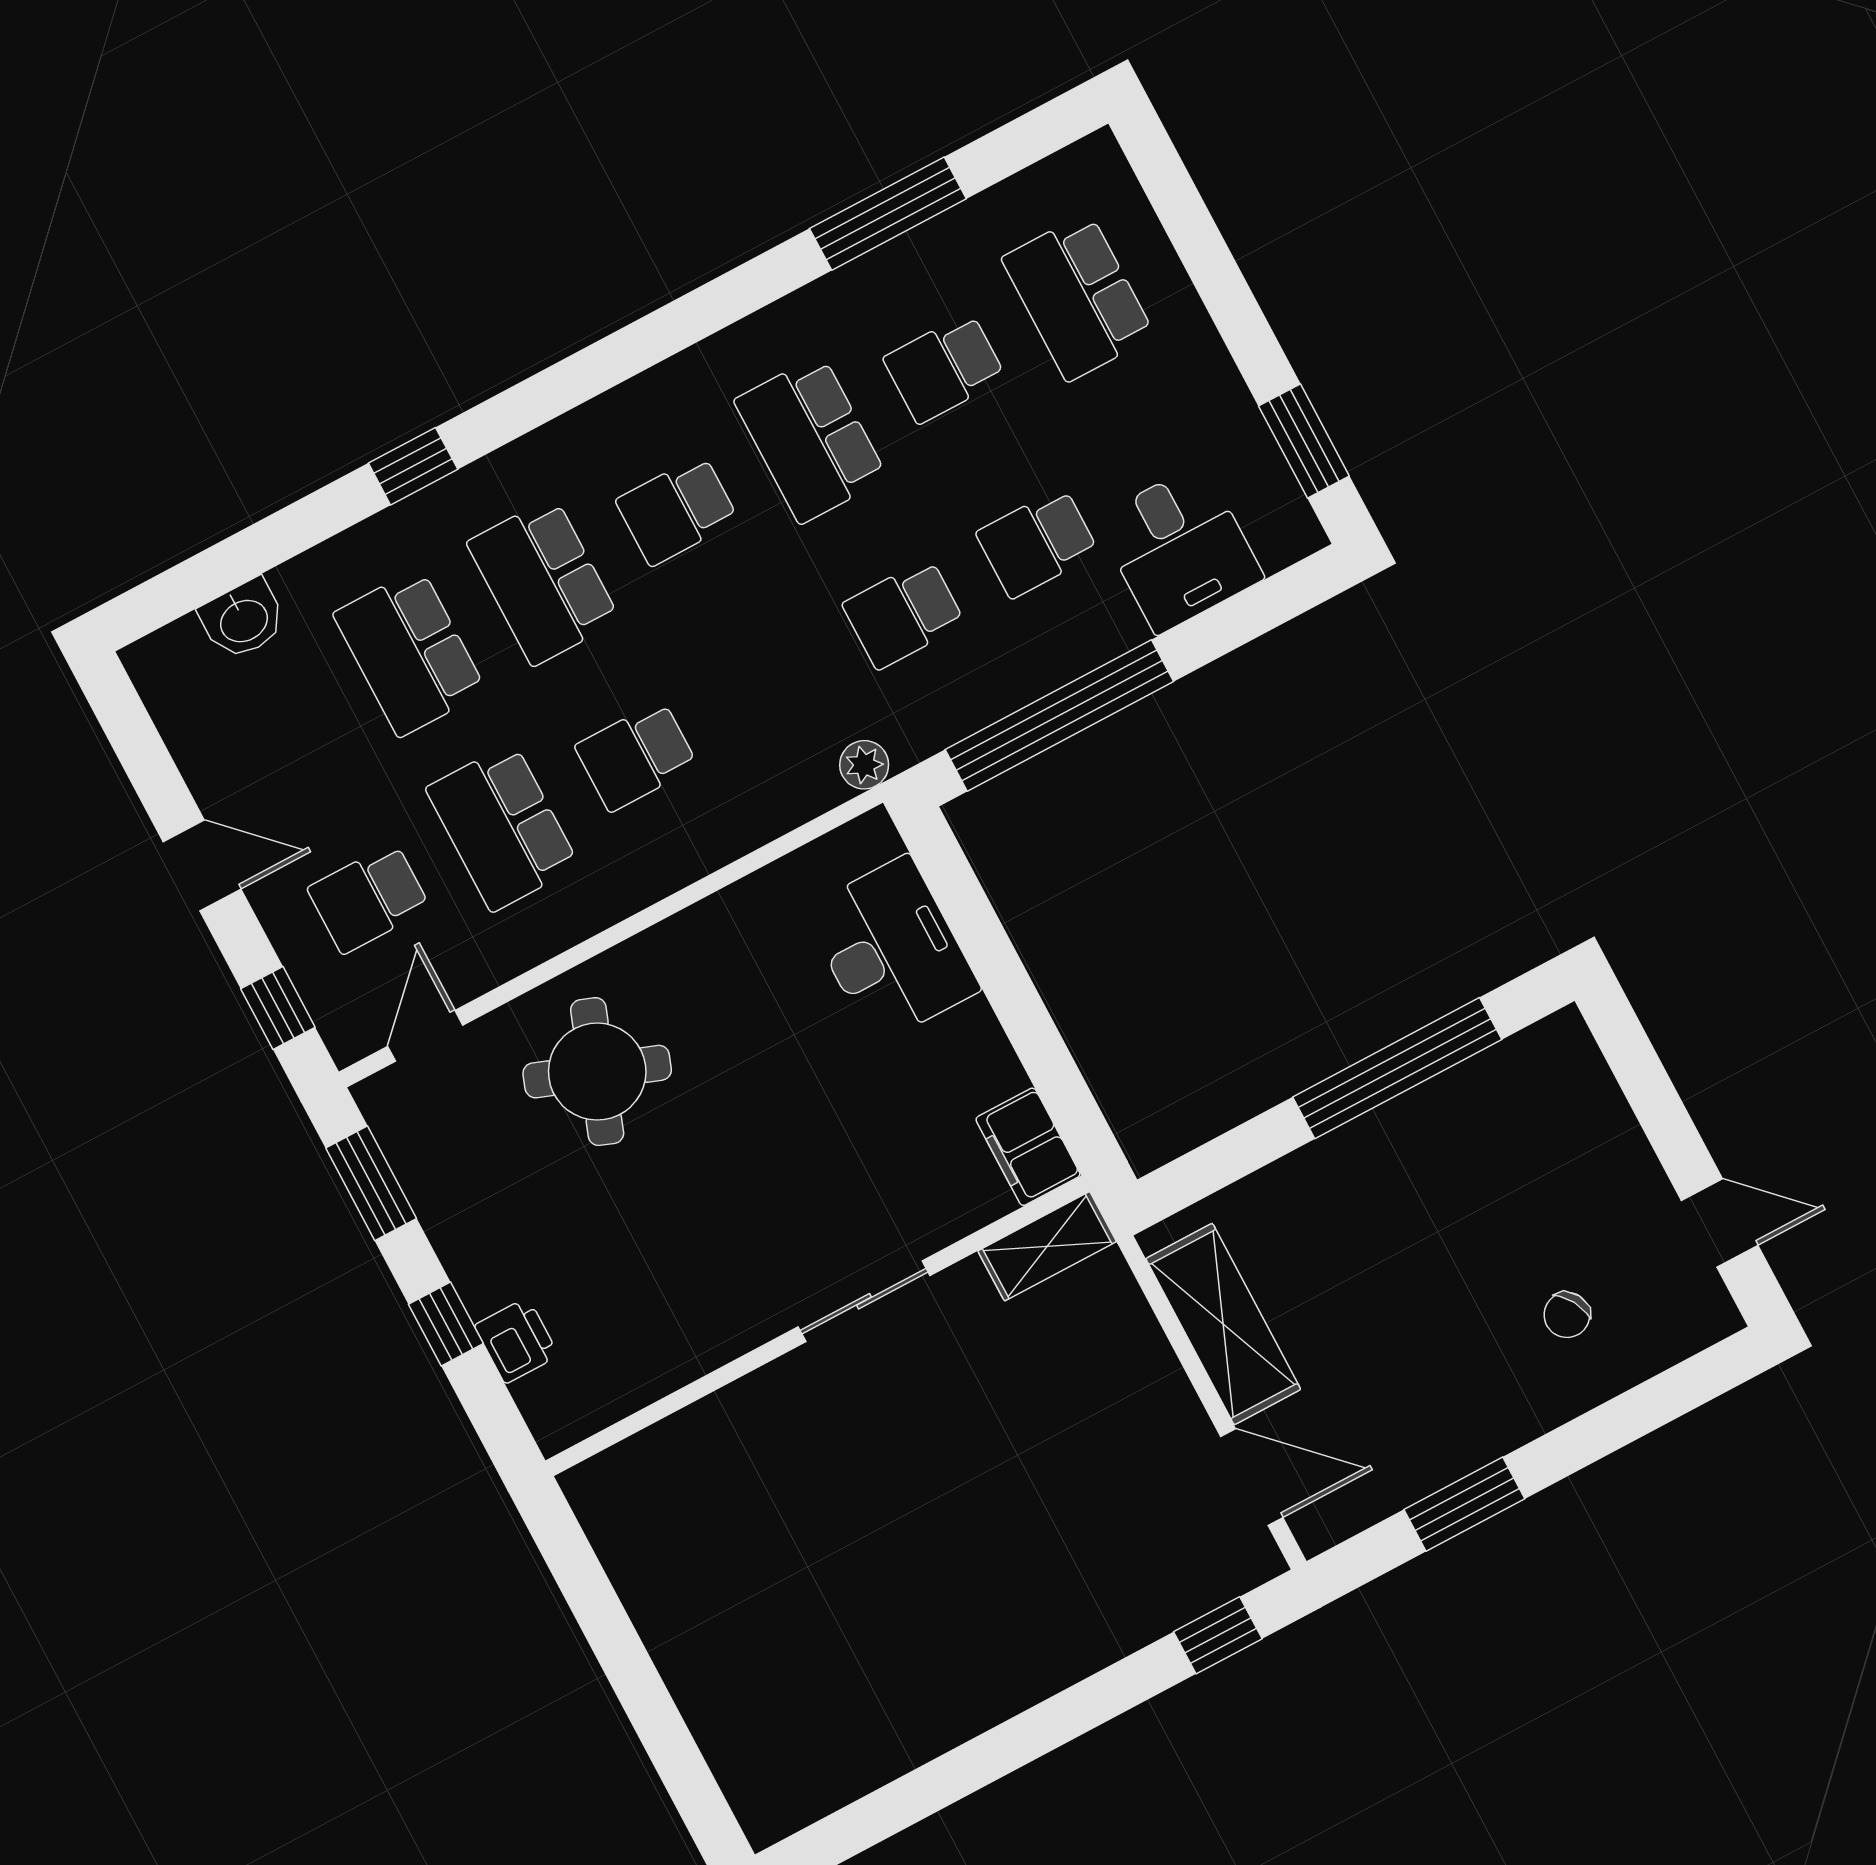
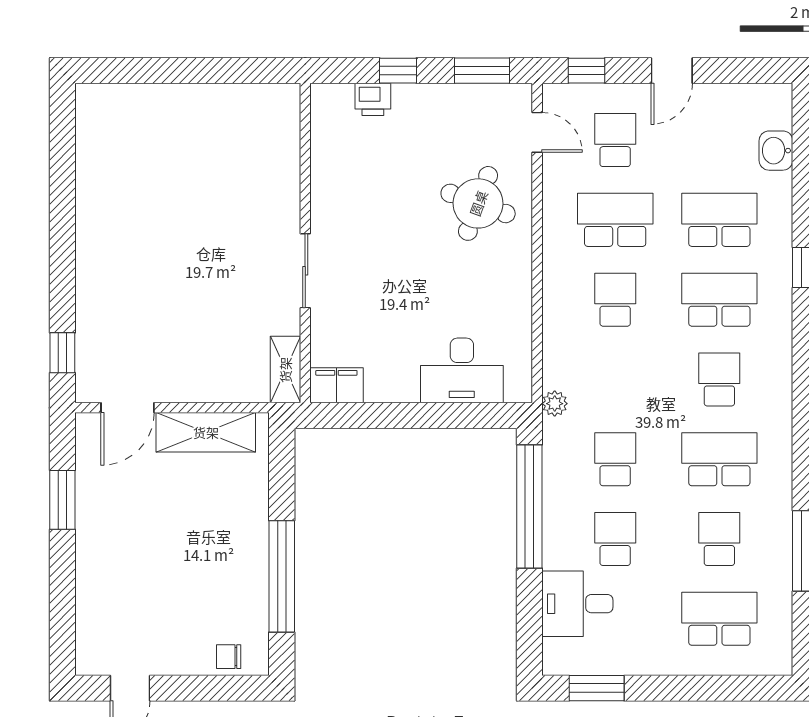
chair: (1567, 1315) -> (229, 657), moved, turned -60

